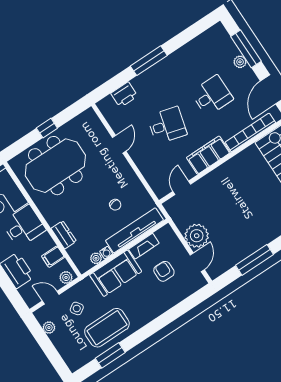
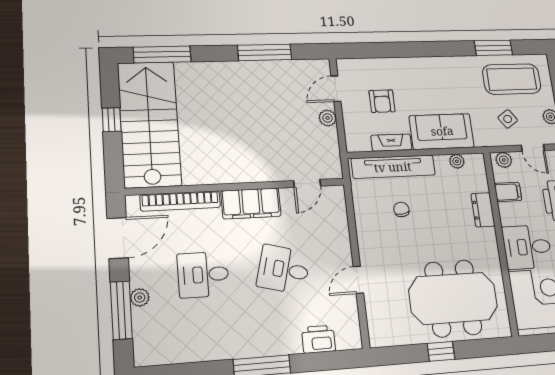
plant: (197, 236) -> (328, 118), width x0.53, depth x0.53
water cooler: (106, 253) -> (441, 161), removed
coffee table: (107, 328) -> (512, 79), moved

